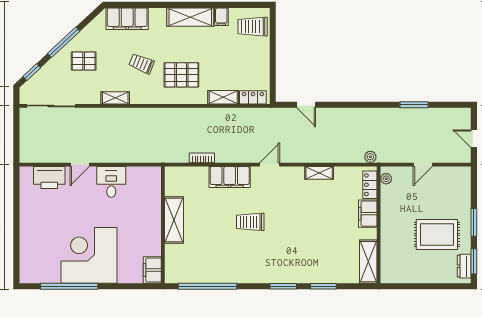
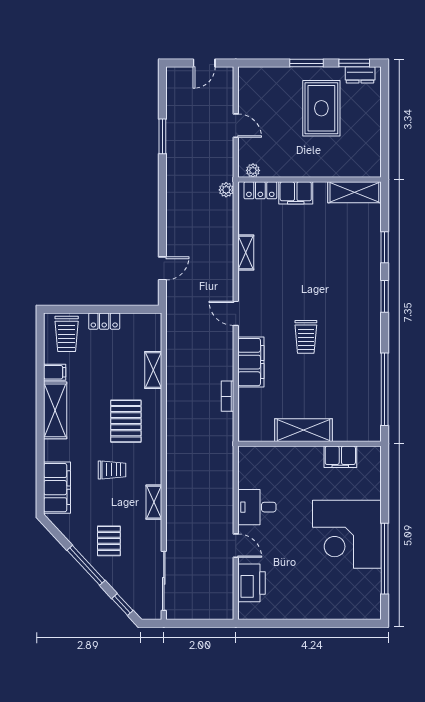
trolley: (142, 64) -> (112, 470), turned -112
locker: (253, 97) -> (104, 321), moved, turned -90
filing cabinet: (152, 270) -> (340, 457), moved

